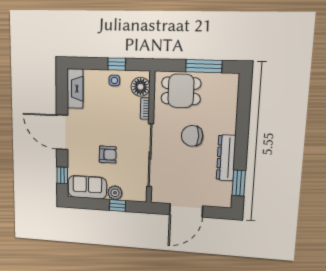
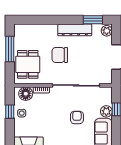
chair: (192, 136) -> (60, 55), turned 90
plant: (222, 200) -> (107, 31), added

